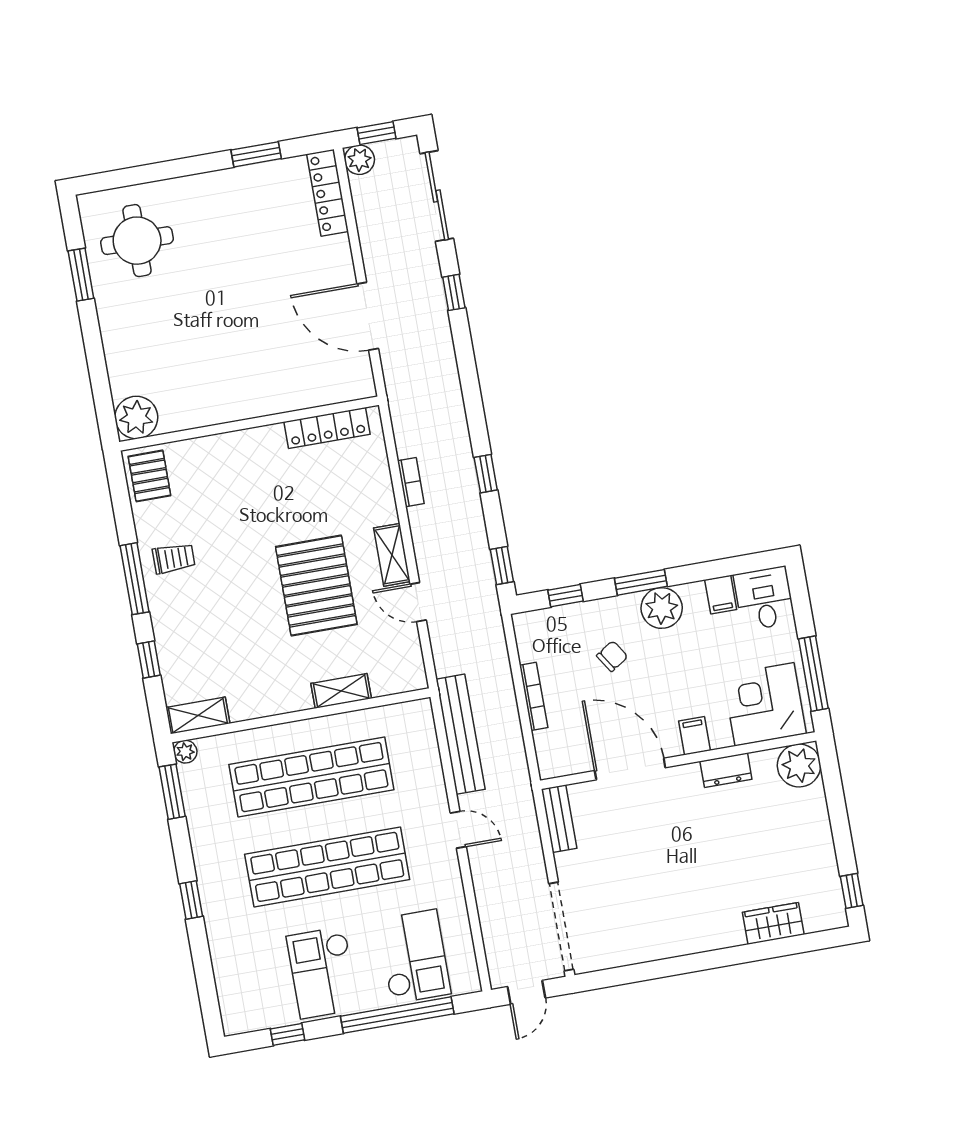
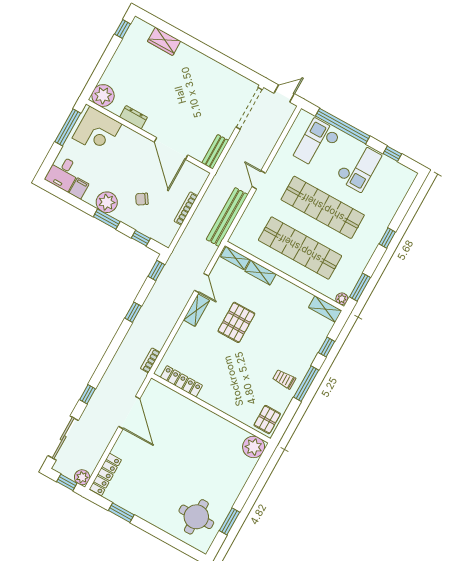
bookcase: (411, 482) -> (150, 360), moved
pallet: (316, 586) -> (236, 322), width x0.73, depth x0.71
shelving: (398, 682) -> (235, 258), added
filing cabinet: (694, 736) -> (135, 141), removed

